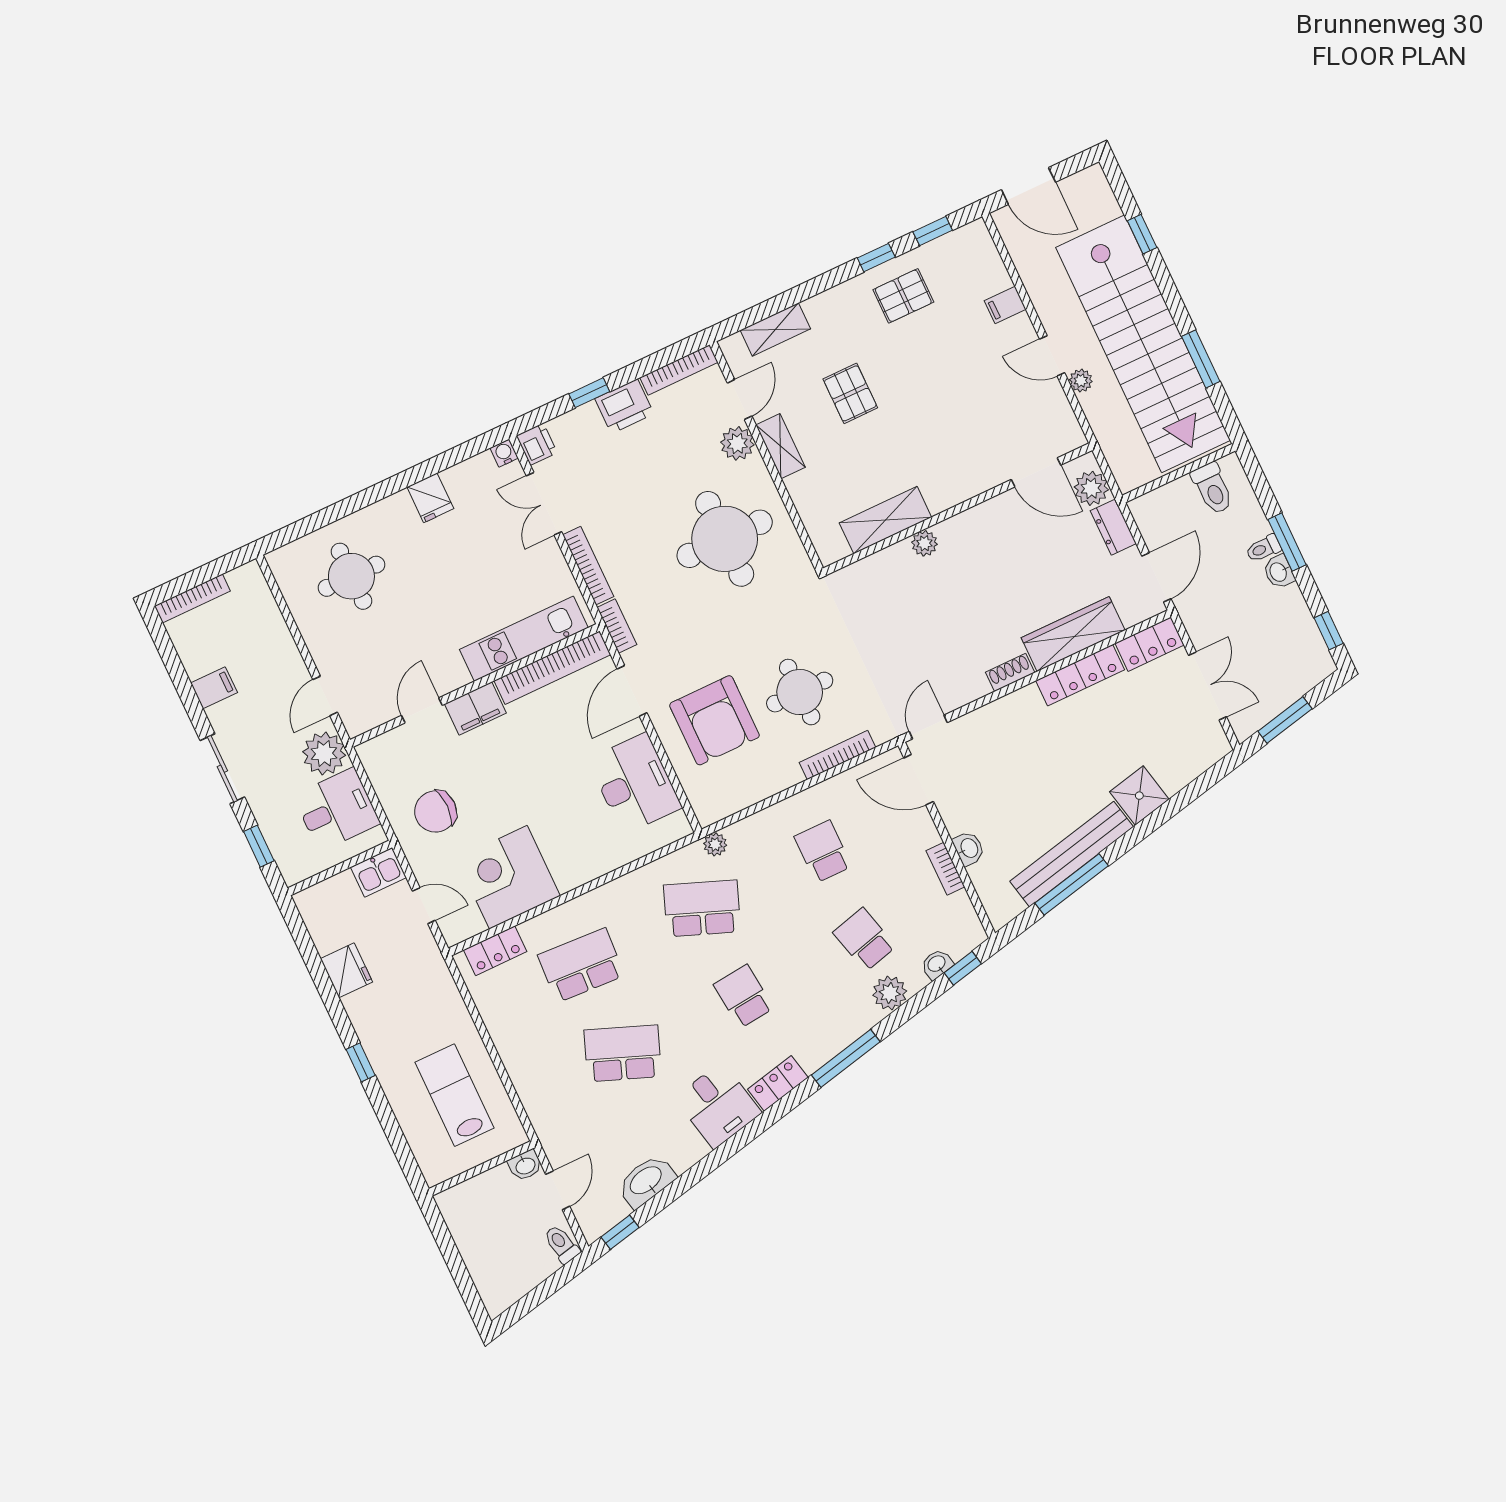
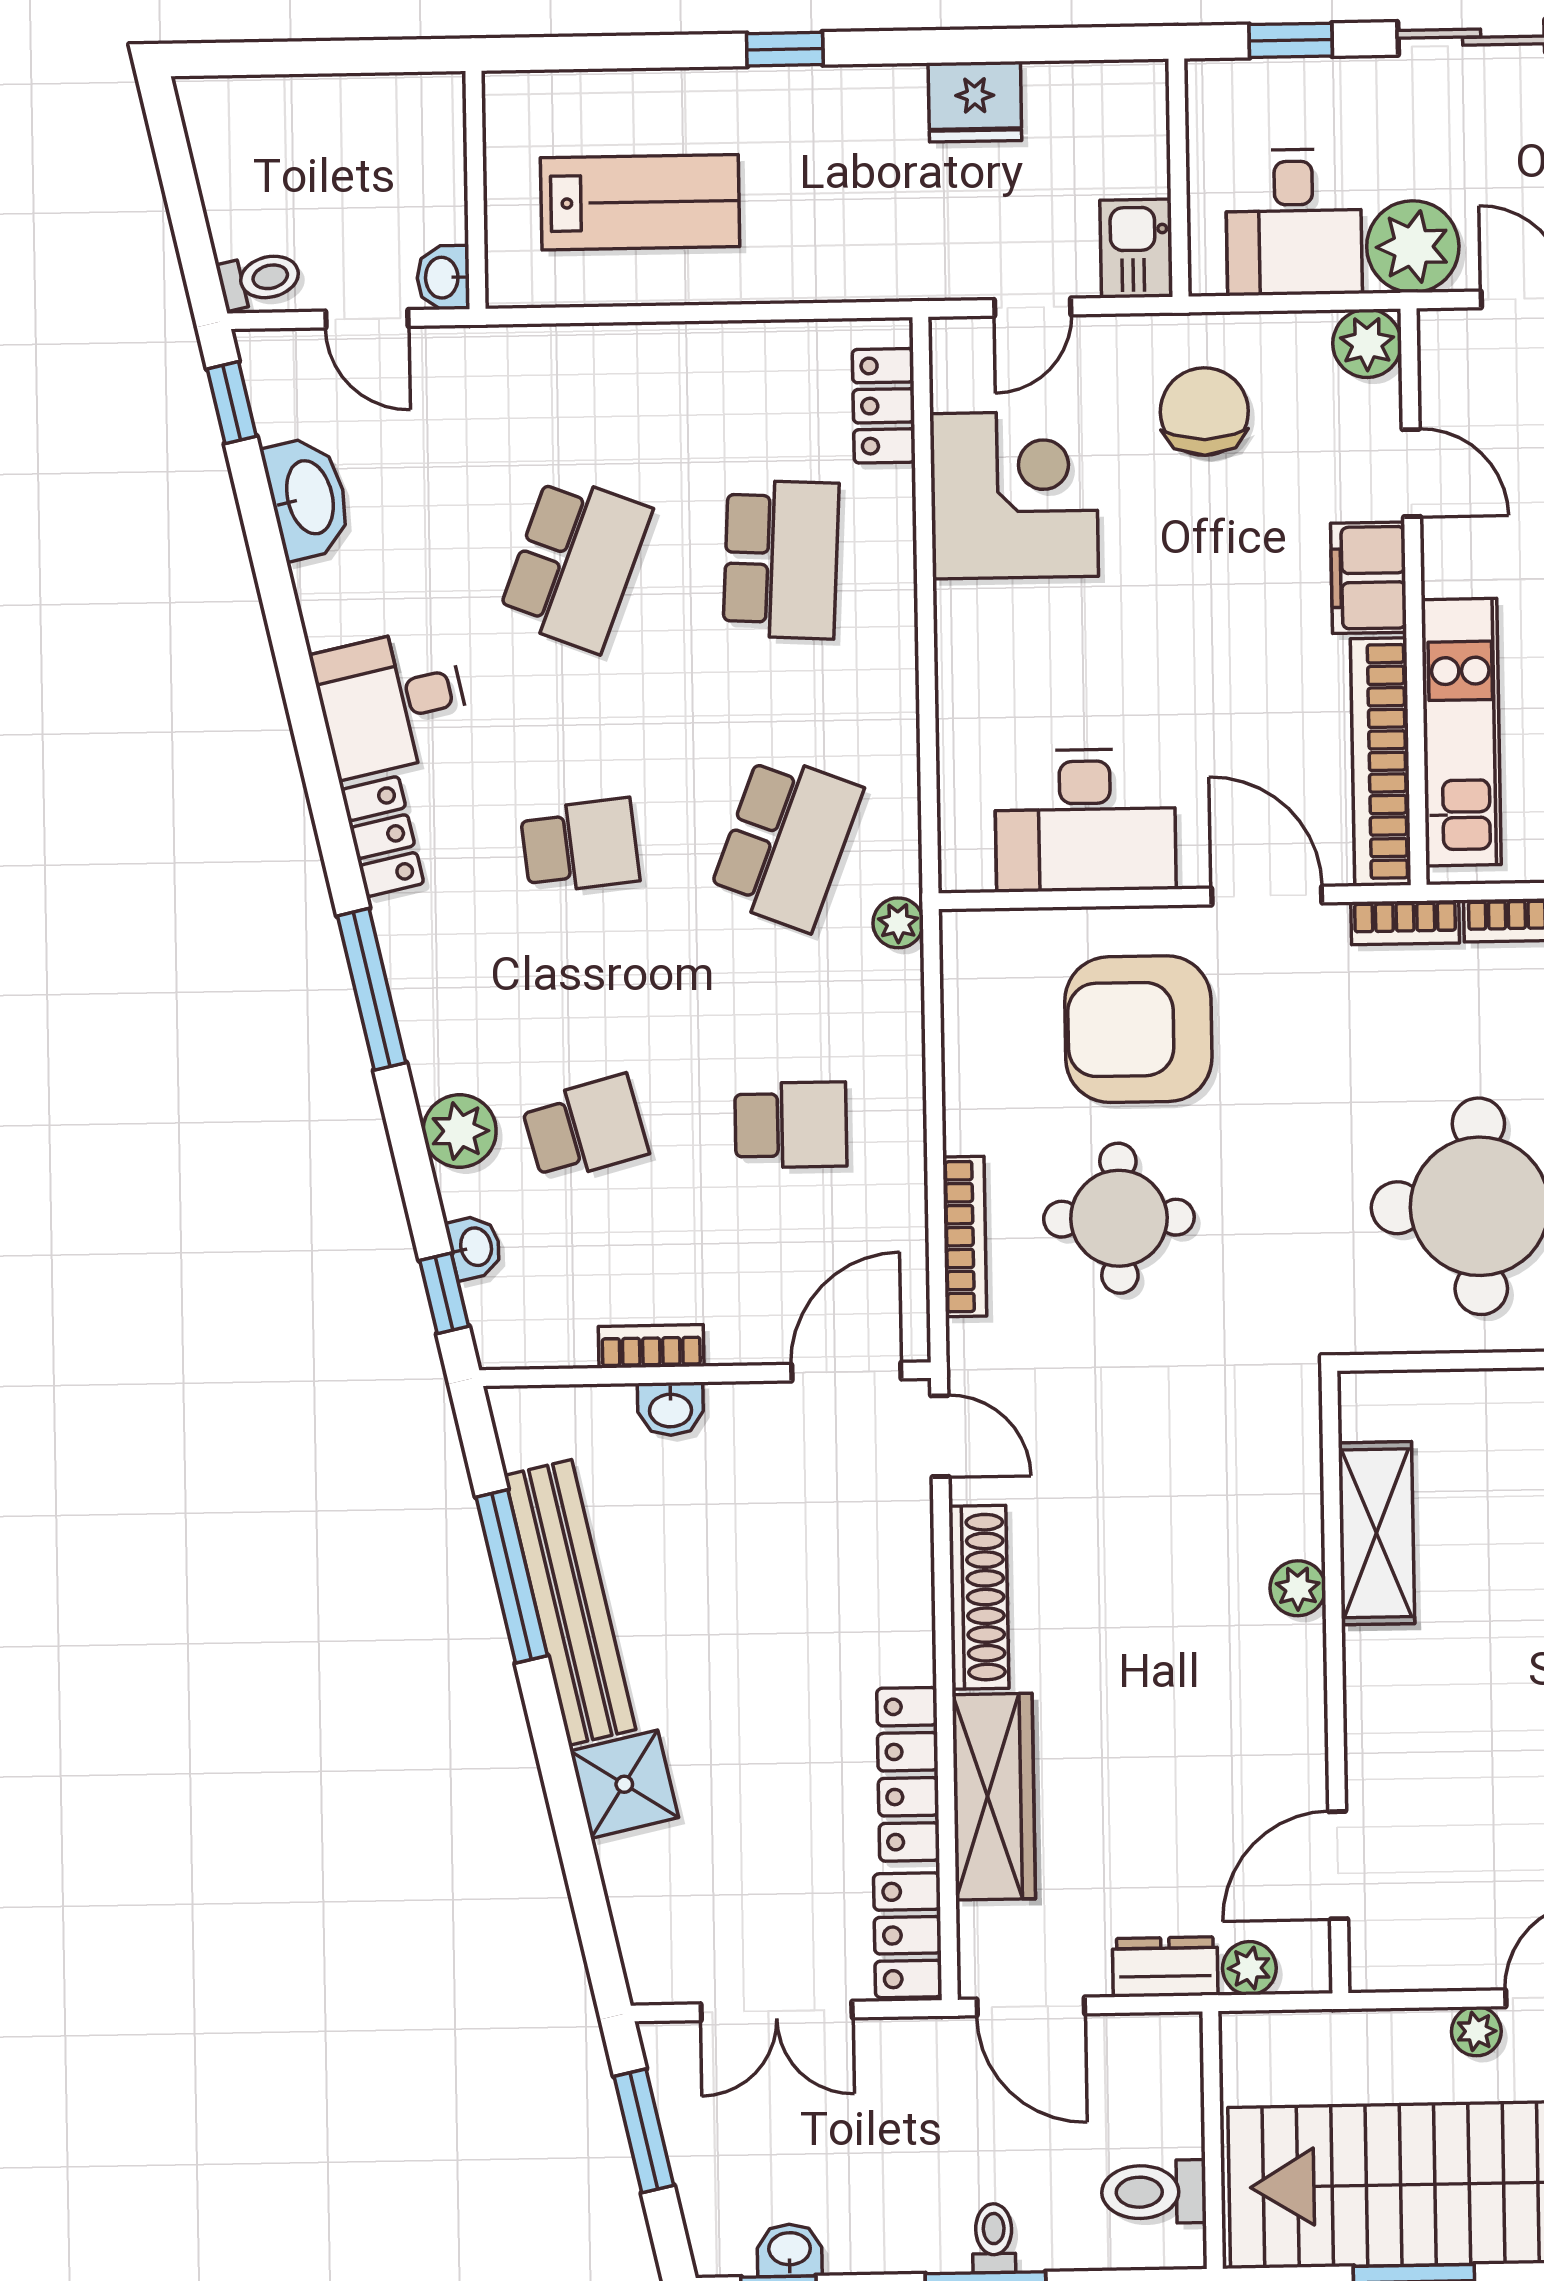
plant: (1091, 488) -> (1249, 1968), width x0.73, depth x0.73
washbasin: (1279, 572) -> (790, 2250), moved
shoe rack: (1010, 672) -> (979, 1597), width x1.94, depth x1.24
plant: (375, 755) -> (1367, 343), added

